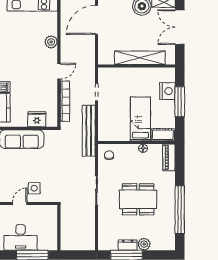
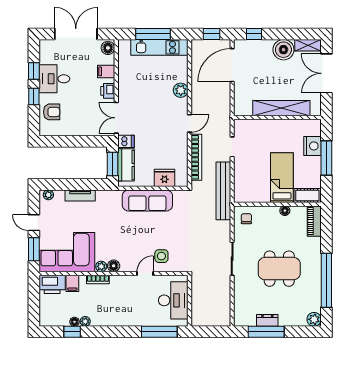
desk: (21, 237) -> (173, 300), moved, turned -90
plant: (144, 244) -> (314, 319), moved

